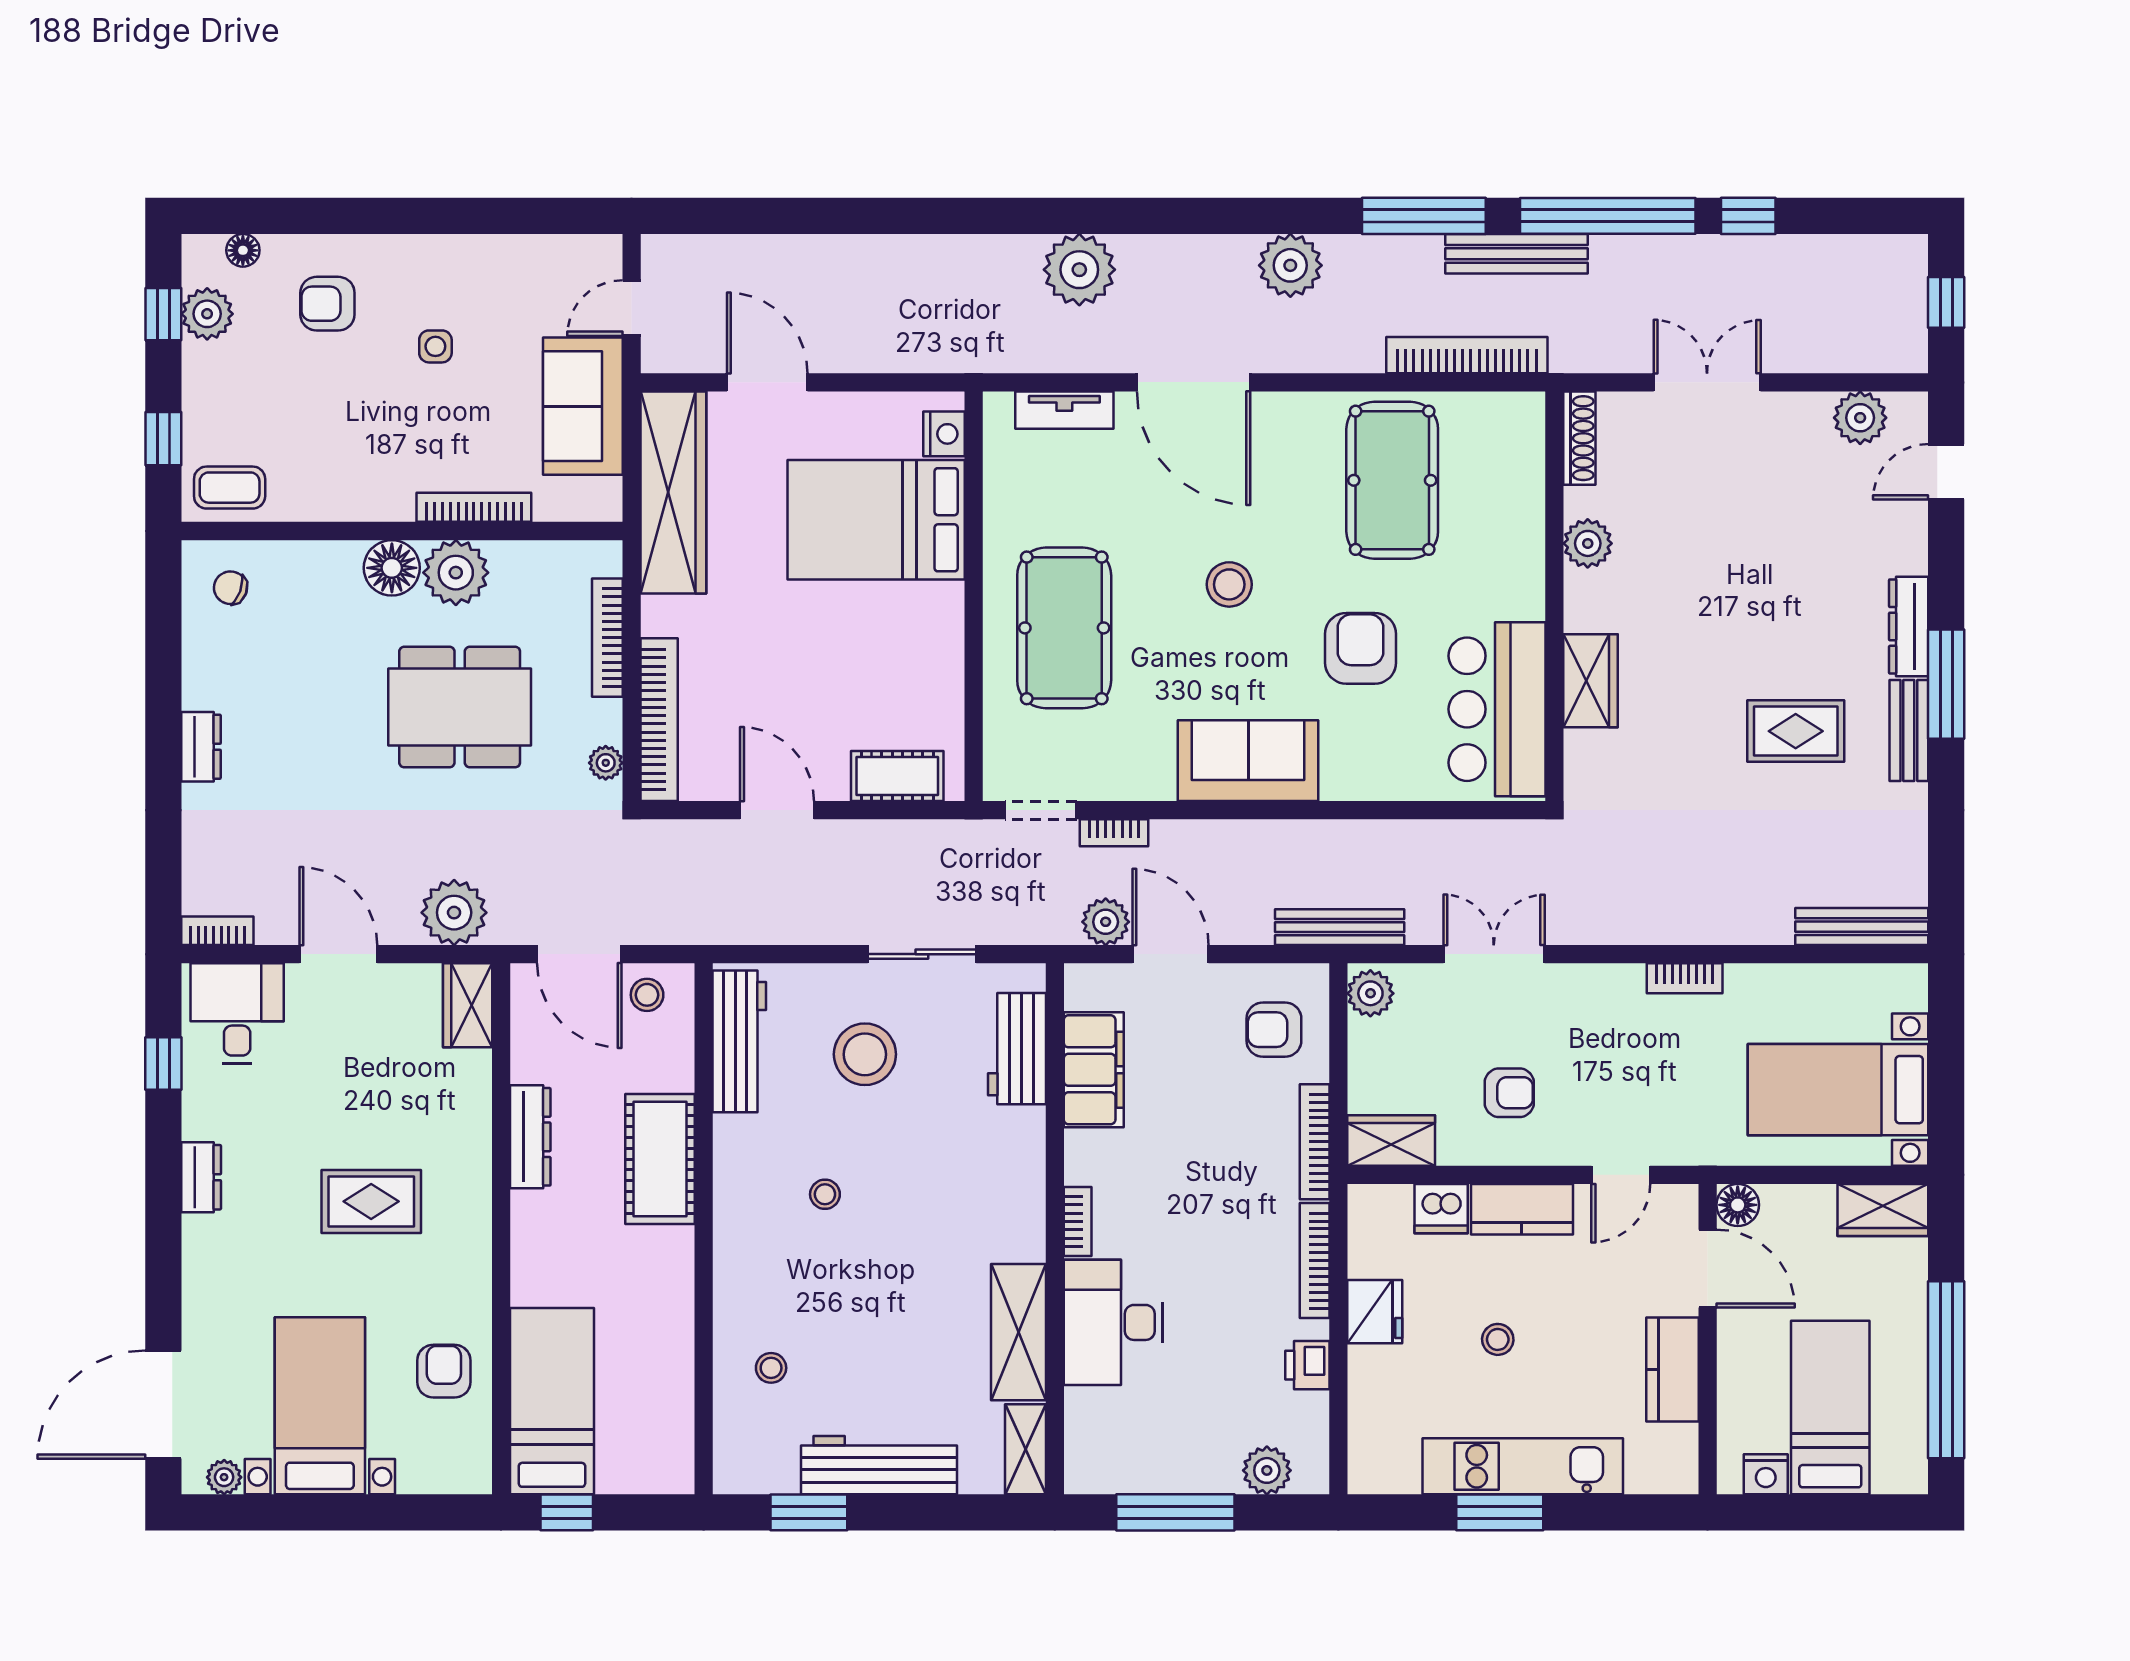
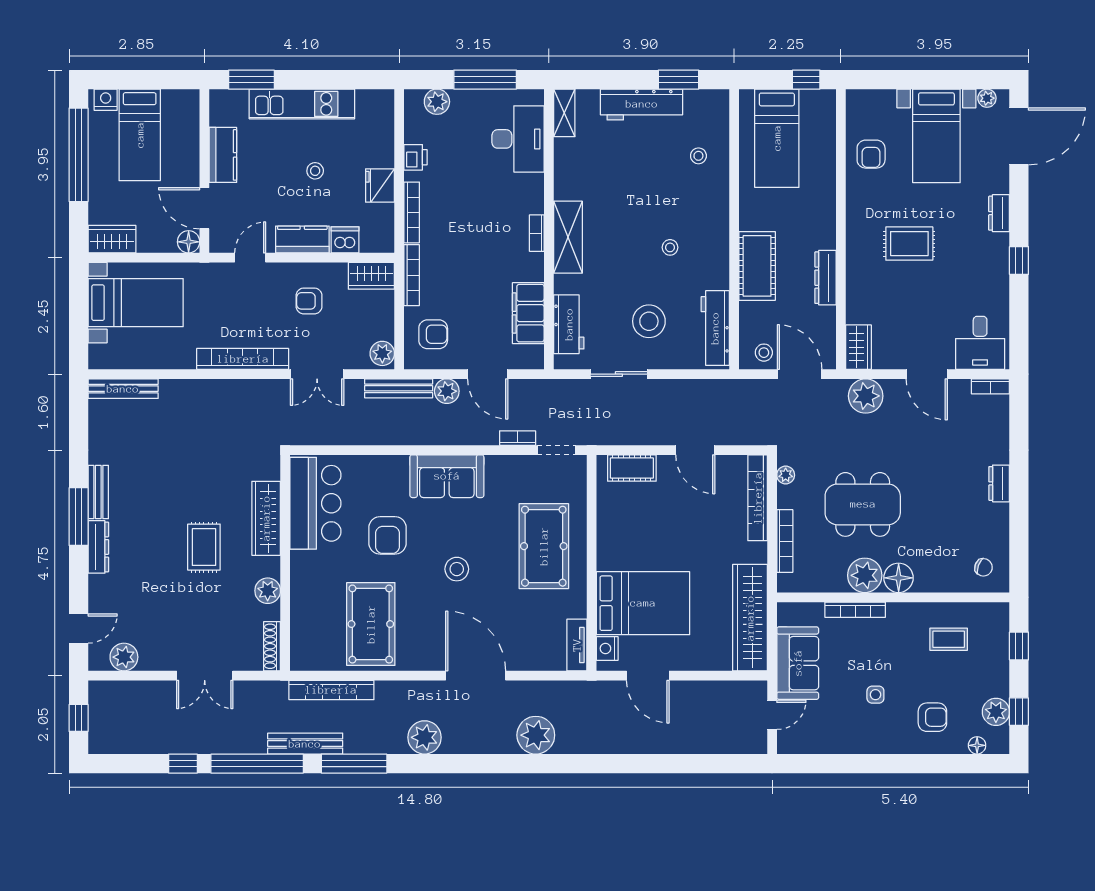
door: (767, 382) -> (648, 676), moved
tv unit: (1064, 410) -> (577, 645), moved, turned -90
coffee table: (230, 488) -> (949, 639), moved
wardrobe: (1591, 681) -> (266, 518), width x1.50
rug: (1796, 731) -> (204, 547), moved, turned 90
plant: (1106, 922) -> (447, 391), moved
bookcase: (1685, 978) -> (243, 359), width x2.31, depth x1.31
window: (163, 1064) -> (1019, 261), moved
dresser: (201, 1177) -> (999, 213), moved
desk: (1113, 1322) -> (518, 139), moved
shelving: (1018, 1332) -> (568, 237), moved
bed: (552, 1401) -> (777, 138), moved
nightstand: (1766, 1474) -> (106, 100), moved
window: (1500, 1512) -> (251, 80), moved

